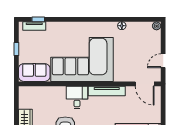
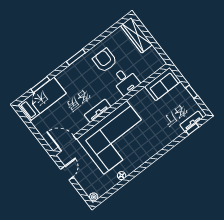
corner sofa: (82, 59) -> (115, 137), moved
tv unit: (107, 91) -> (98, 111), width x0.71
desk: (77, 97) -> (125, 81), moved

